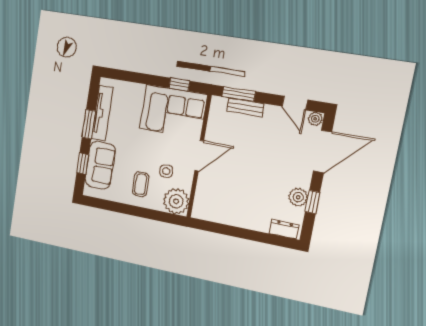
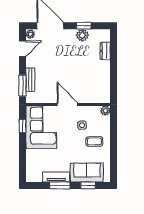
tv unit: (102, 113) -> (56, 177), width x0.71
plant: (176, 201) -> (105, 111), width x0.53, depth x0.53
dresser: (284, 229) -> (105, 51), moved

